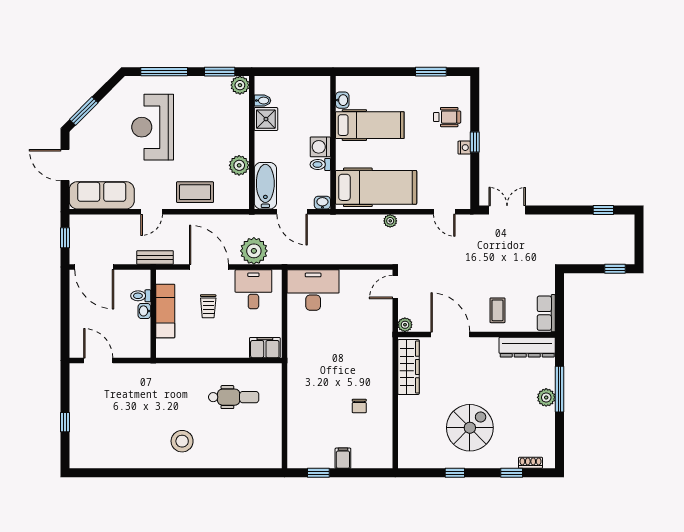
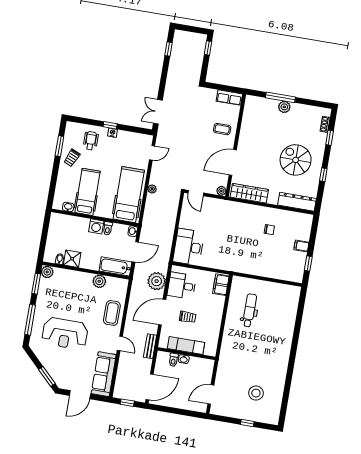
trolley: (416, 93) -> (72, 158), added
dresser: (527, 347) -> (297, 202), moved, turned -90
stool: (182, 441) -> (256, 393), moved

